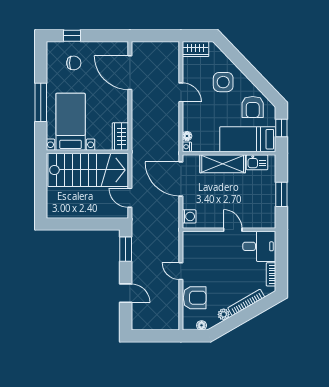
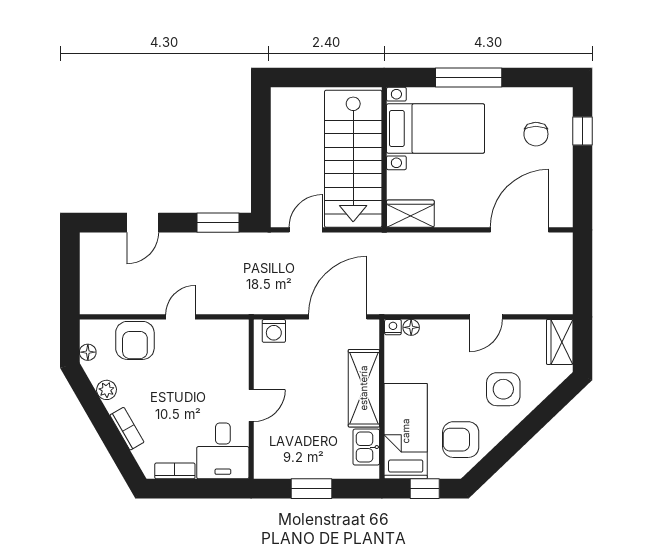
bookcase: (246, 302) -> (127, 429), width x0.64

